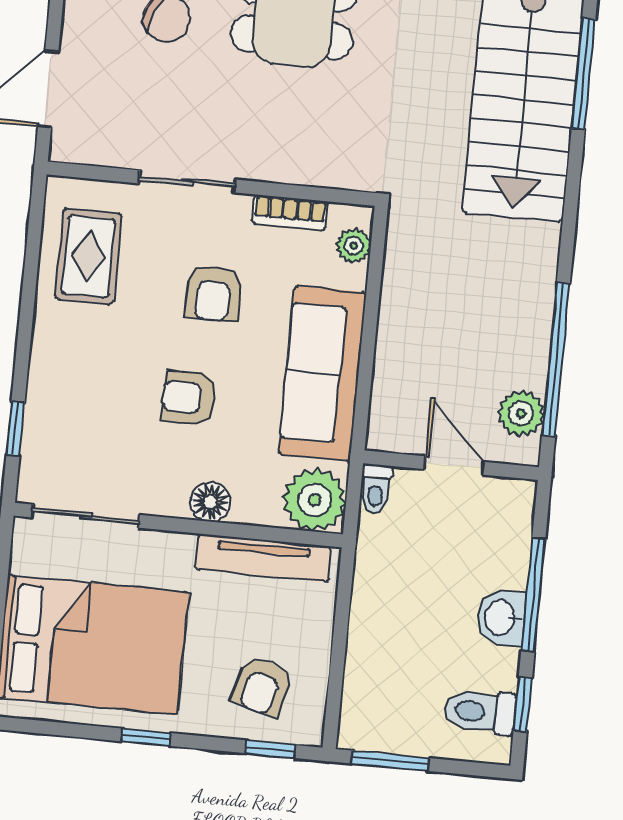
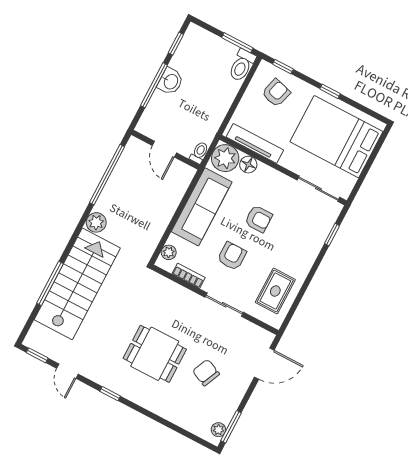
plant: (521, 413) -> (96, 222), moved
floor lamp: (210, 502) -> (248, 165), moved
toilet: (480, 712) -> (242, 65), moved, turned 90

